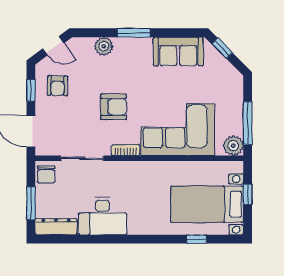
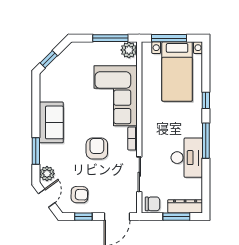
window: (134, 33) -> (36, 151), moved
plant: (104, 46) -> (47, 174), moved
sofa: (178, 51) -> (51, 122), moved
window: (248, 194) -> (169, 38), width x2.17
dresser: (56, 227) -> (185, 206), moved, turned 90
window: (123, 239) -> (206, 141), added
window: (197, 239) -> (206, 100), moved

